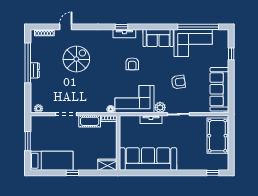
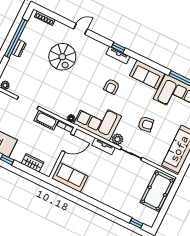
door: (66, 27) -> (81, 29), moved
spiral stairs: (76, 59) -> (62, 57), turned 90
door: (118, 132) -> (68, 143), added
sofa: (148, 159) -> (70, 177), width x0.54, depth x0.79
wardrobe: (107, 165) -> (32, 163), moved

